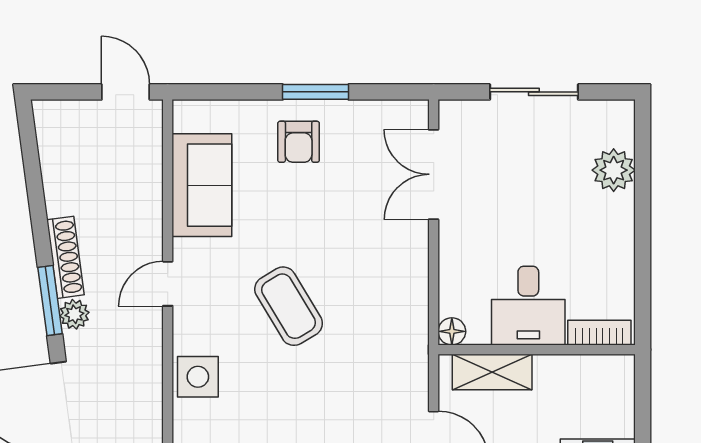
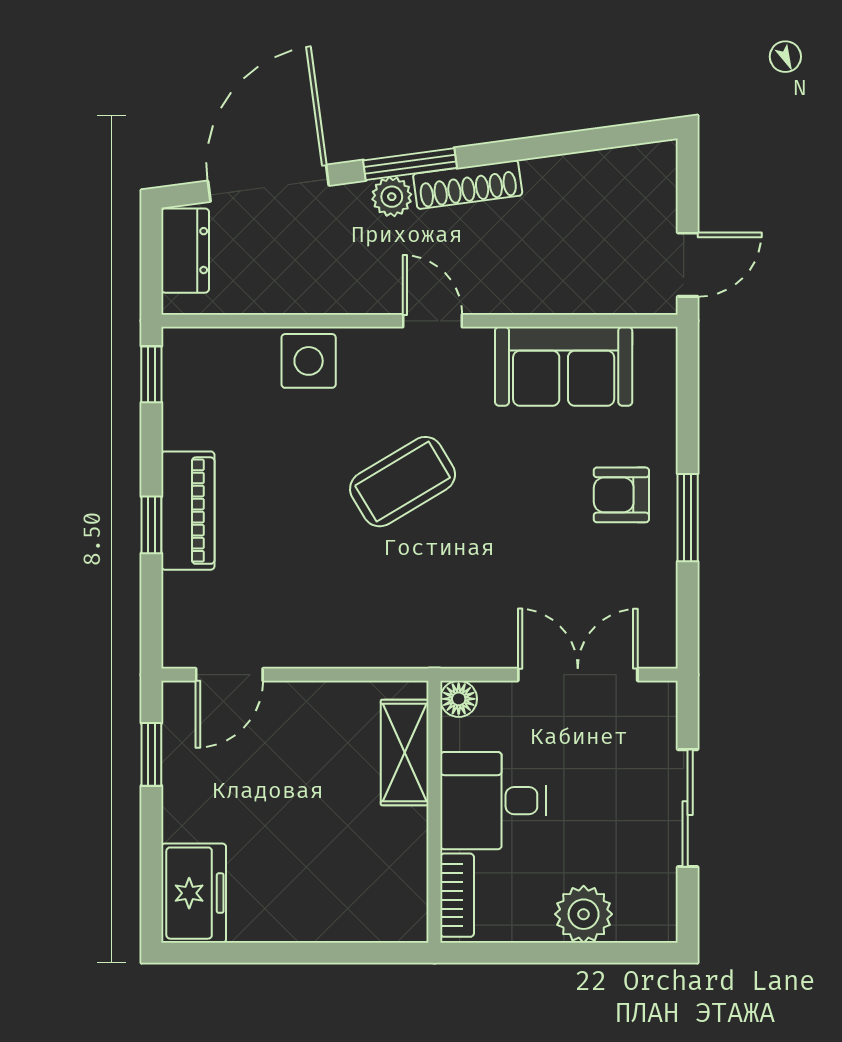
desk: (528, 306) -> (493, 801), moved
floor lamp: (452, 331) -> (459, 699), moved
bookcase: (599, 333) -> (457, 895), moved
wall: (537, 350) -> (434, 812), moved
shelving: (492, 372) -> (405, 753), moved

